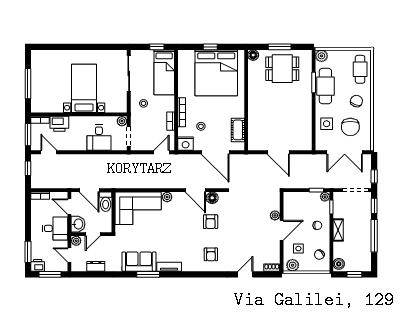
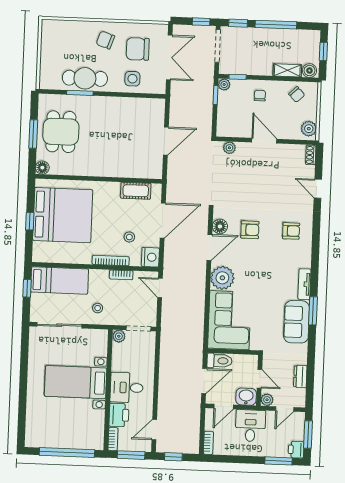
plant: (322, 56) -> (47, 82), removed
cafe table: (360, 69) -> (66, 34), removed
window: (28, 84) -> (67, 452), width x1.46
chair: (350, 127) -> (138, 49), turned 180
desk: (99, 138) -> (127, 388), moved, turned 180
plant: (167, 197) -> (222, 278), width x1.87, depth x1.87
plant: (275, 215) -> (229, 148), moved
shelving: (338, 230) -> (287, 70), moved
side table: (298, 249) -> (288, 121), removed

